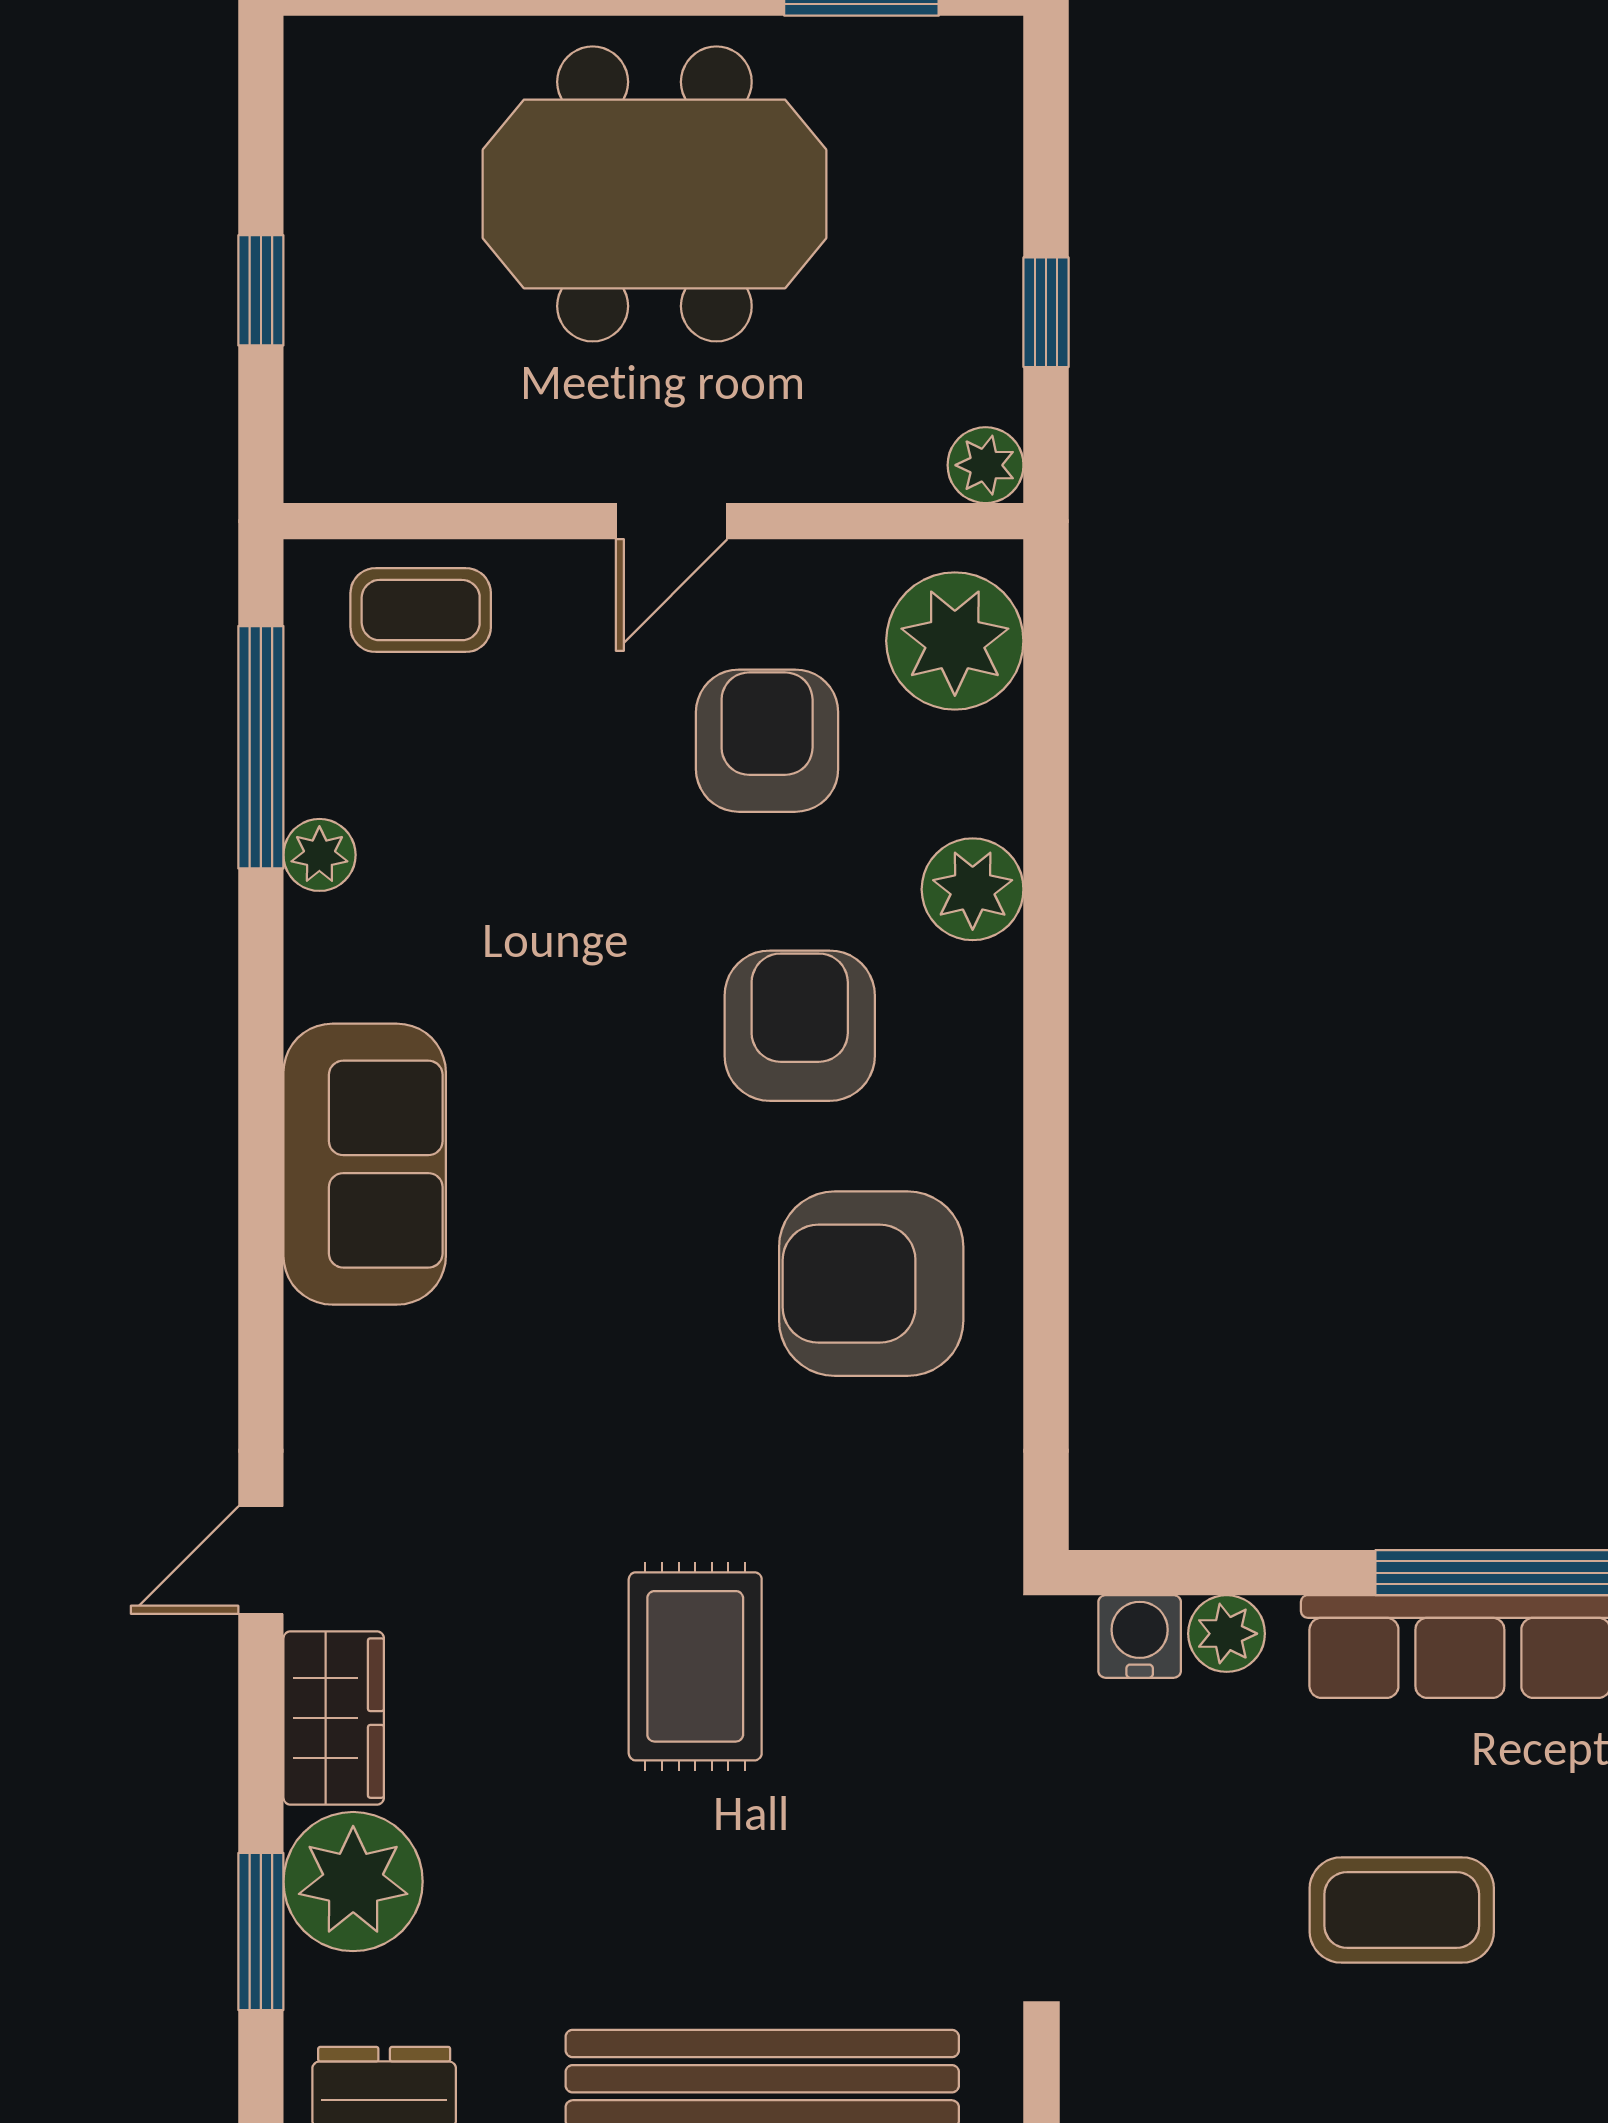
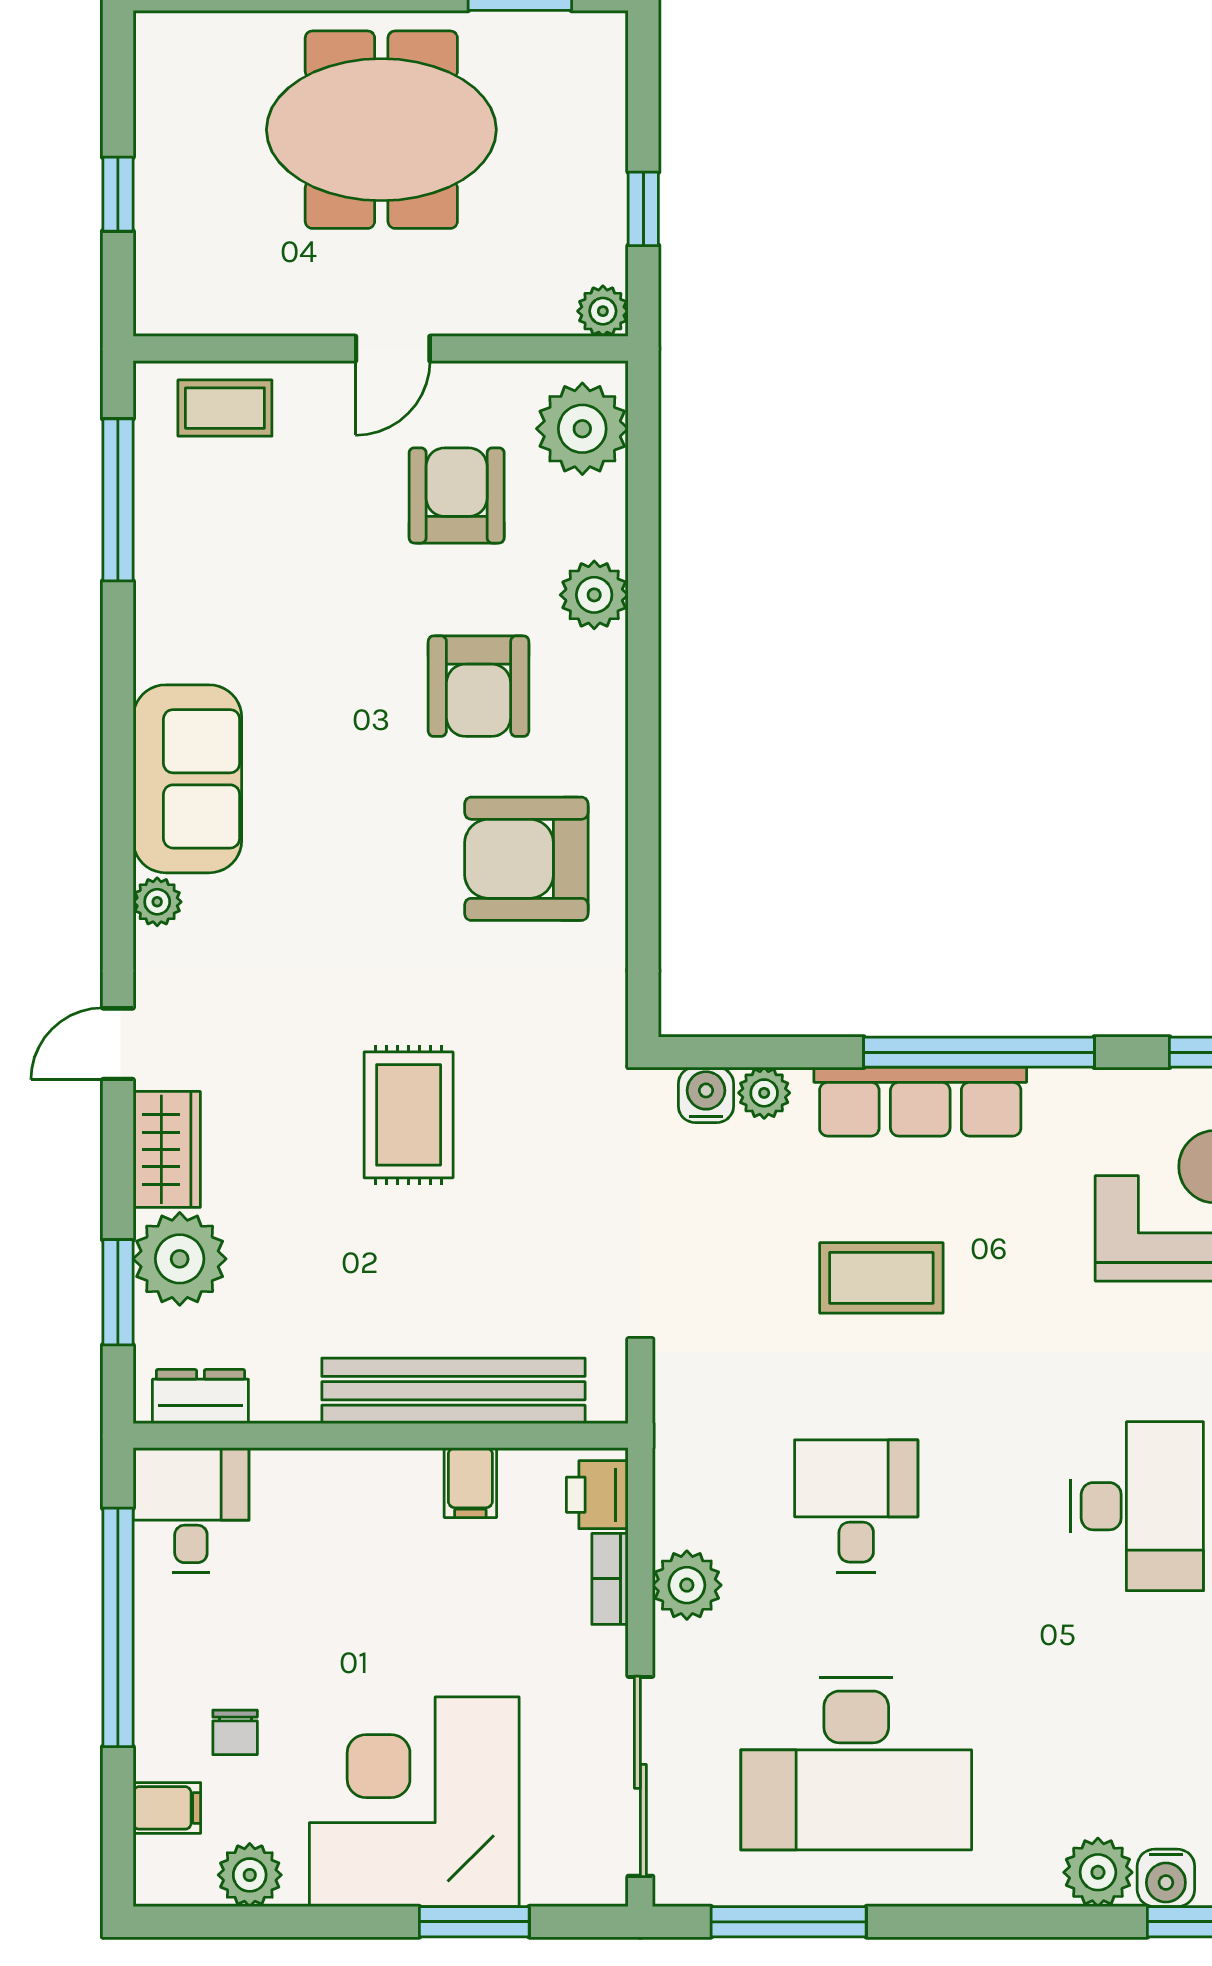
plant: (319, 855) -> (157, 902), moved
armchair: (800, 1026) -> (479, 686), turned 180

